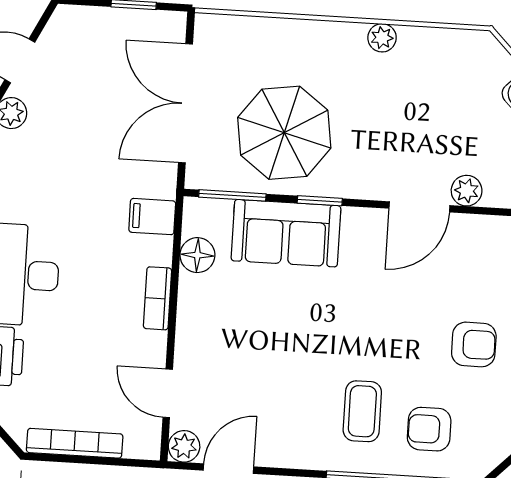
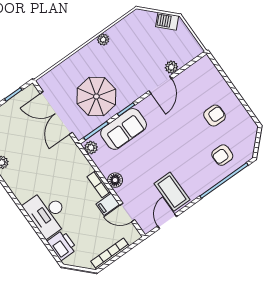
filing cabinet: (152, 217) -> (108, 204), moved
floor lamp: (197, 255) -> (115, 180), moved
coffee table: (362, 411) -> (172, 192), moved, width x1.36, depth x1.30
plant: (184, 446) -> (91, 148), moved

